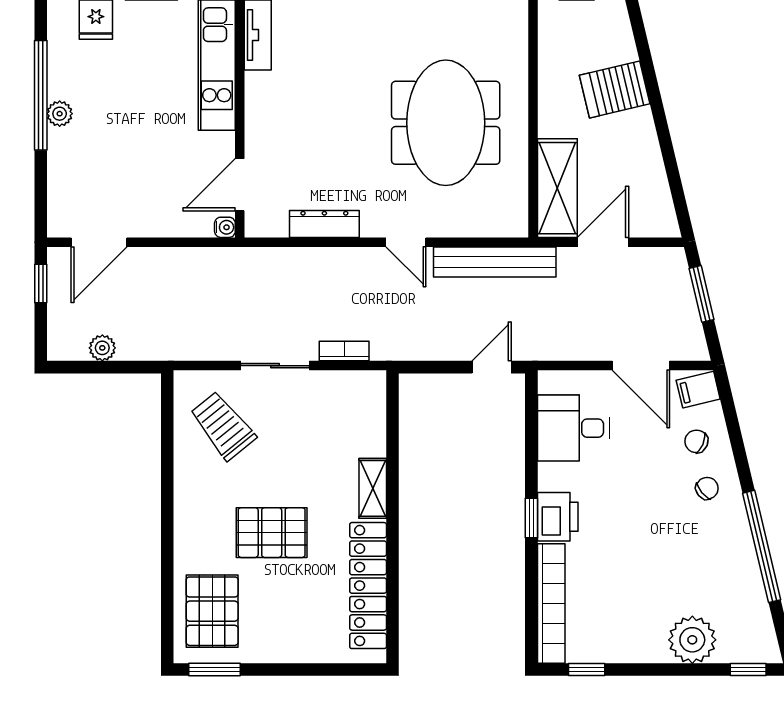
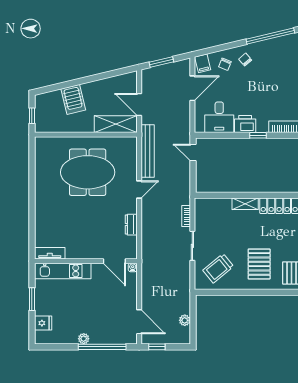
window: (41, 95) -> (102, 347), moved
dresser: (324, 224) -> (131, 225), width x0.70
printer: (558, 517) -> (245, 124), moved
pallet: (272, 533) -> (259, 264), moved

